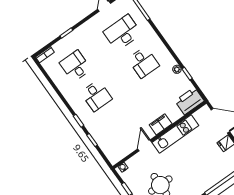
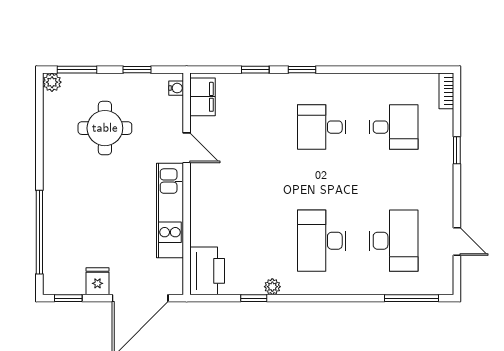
desk: (143, 62) -> (322, 241), width x1.37
filing cabinet: (161, 124) -> (202, 97), moved

